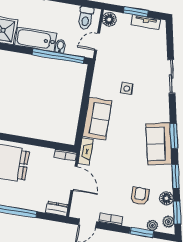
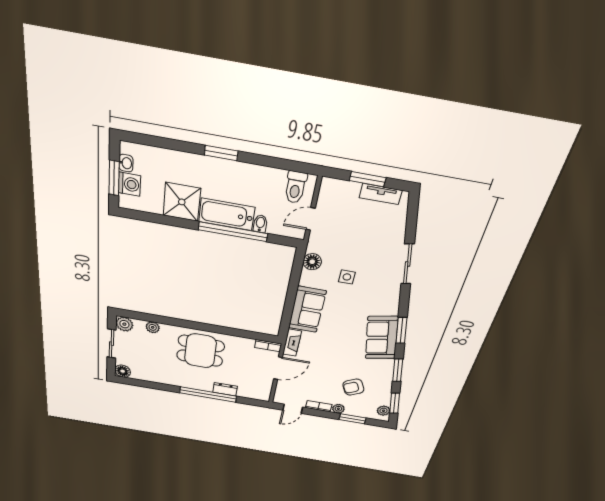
floor lamp: (109, 19) -> (312, 262), moved
window: (58, 56) -> (233, 232), moved
door: (74, 178) -> (278, 368), hinge flipped
armchair: (140, 196) -> (353, 387), turned -117
floor lamp: (166, 198) -> (384, 390), removed
dresser: (57, 209) -> (225, 389), moved
plant: (152, 225) -> (338, 409), moved

